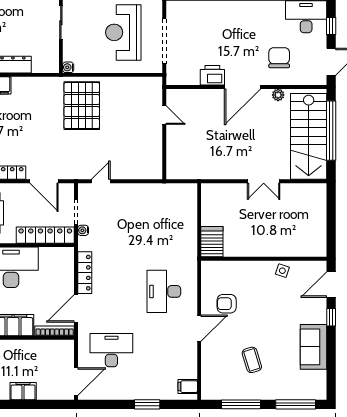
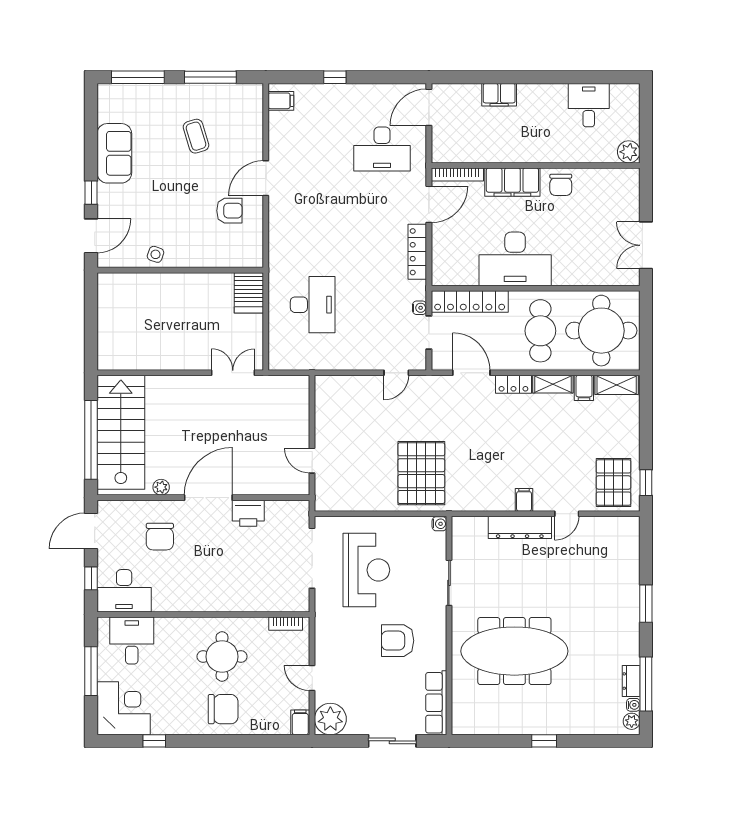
double door: (264, 181) -> (233, 373), moved
desk: (164, 291) -> (313, 305), moved
window: (147, 404) -> (335, 77), width x0.67

